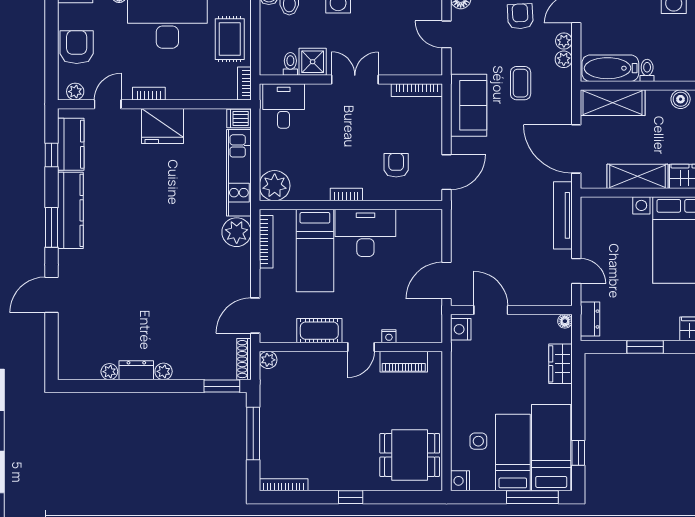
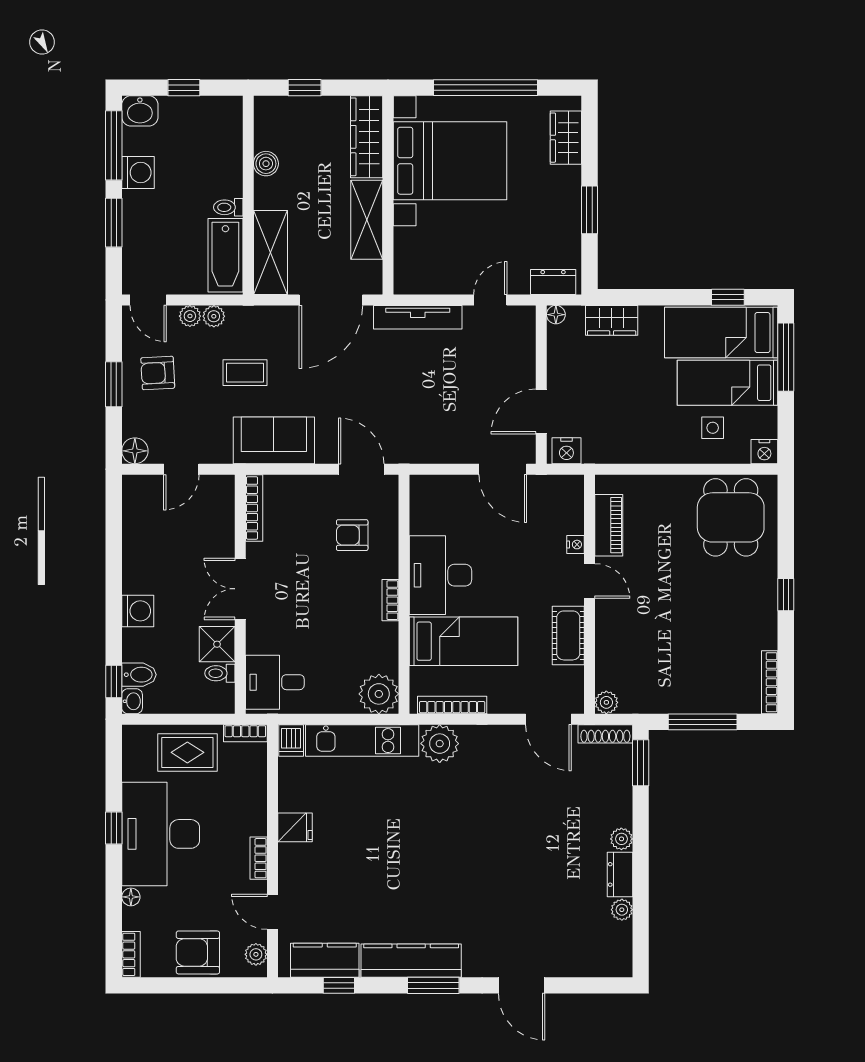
fridge: (163, 126) -> (295, 827), width x0.53, depth x0.75

